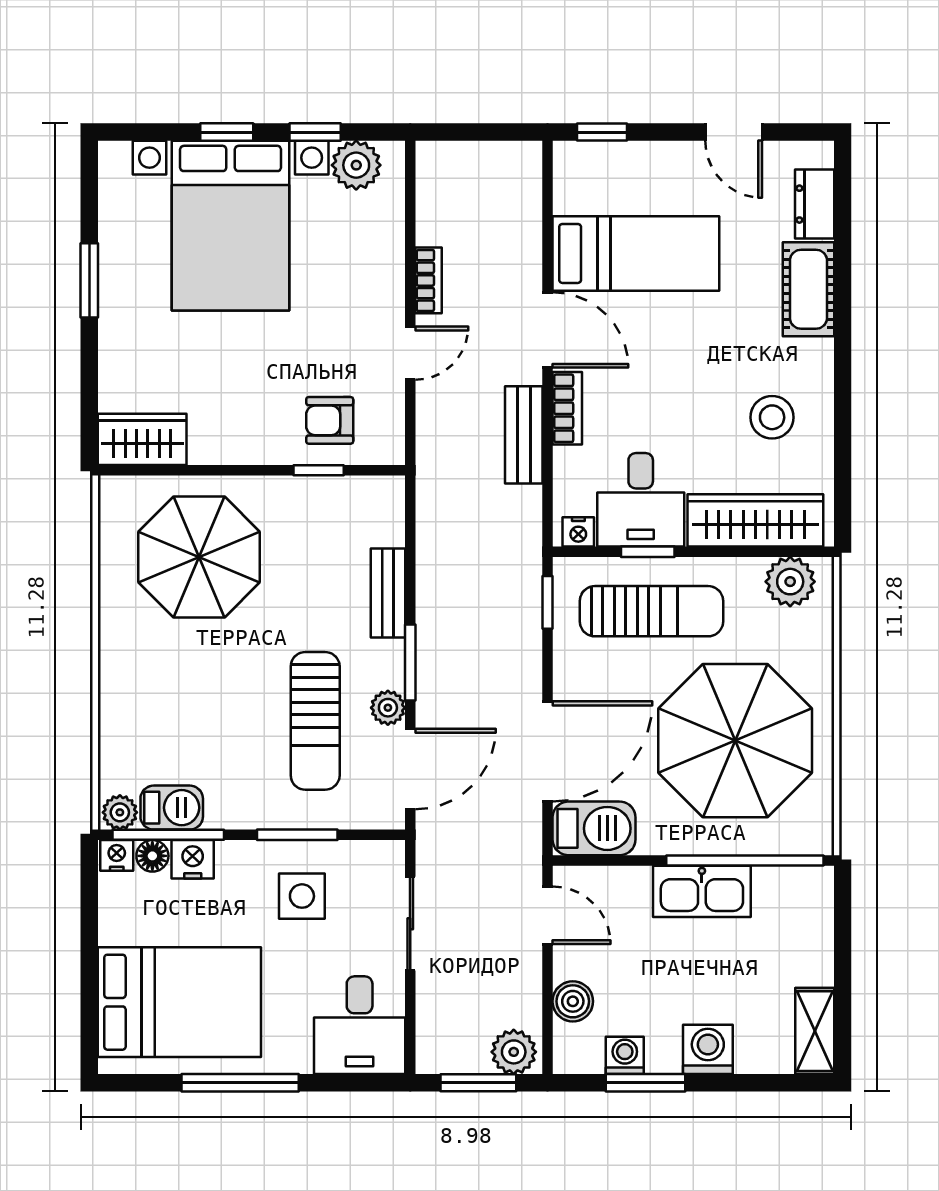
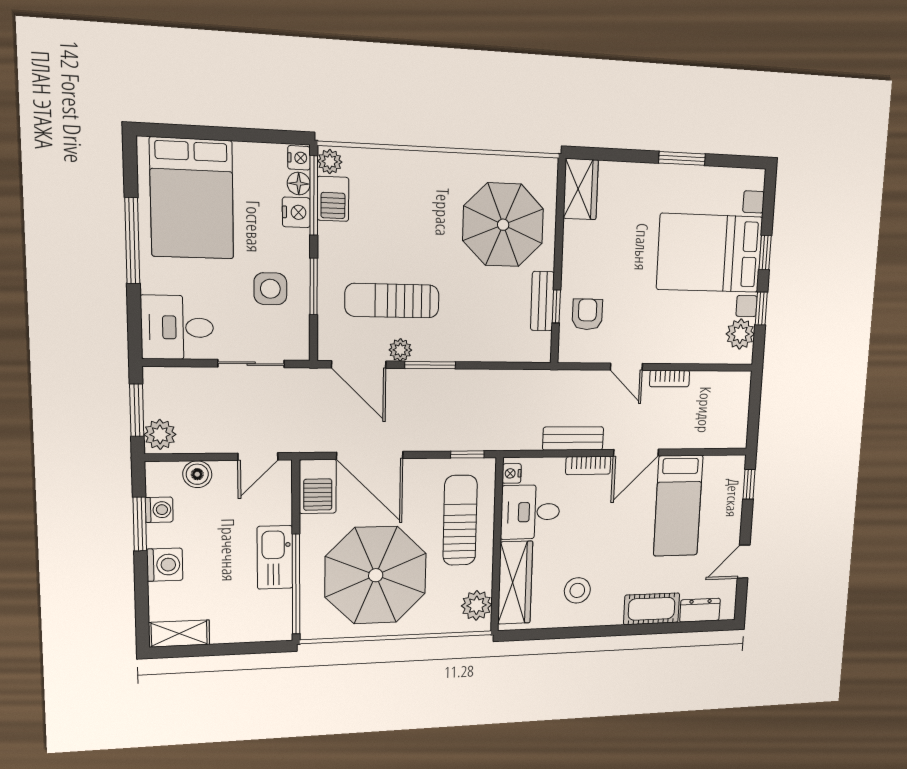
window: (648, 552) -> (498, 517), removed
bench: (388, 593) -> (542, 301), moved, turned 90
sun lounger: (651, 611) -> (460, 520), turned 180

